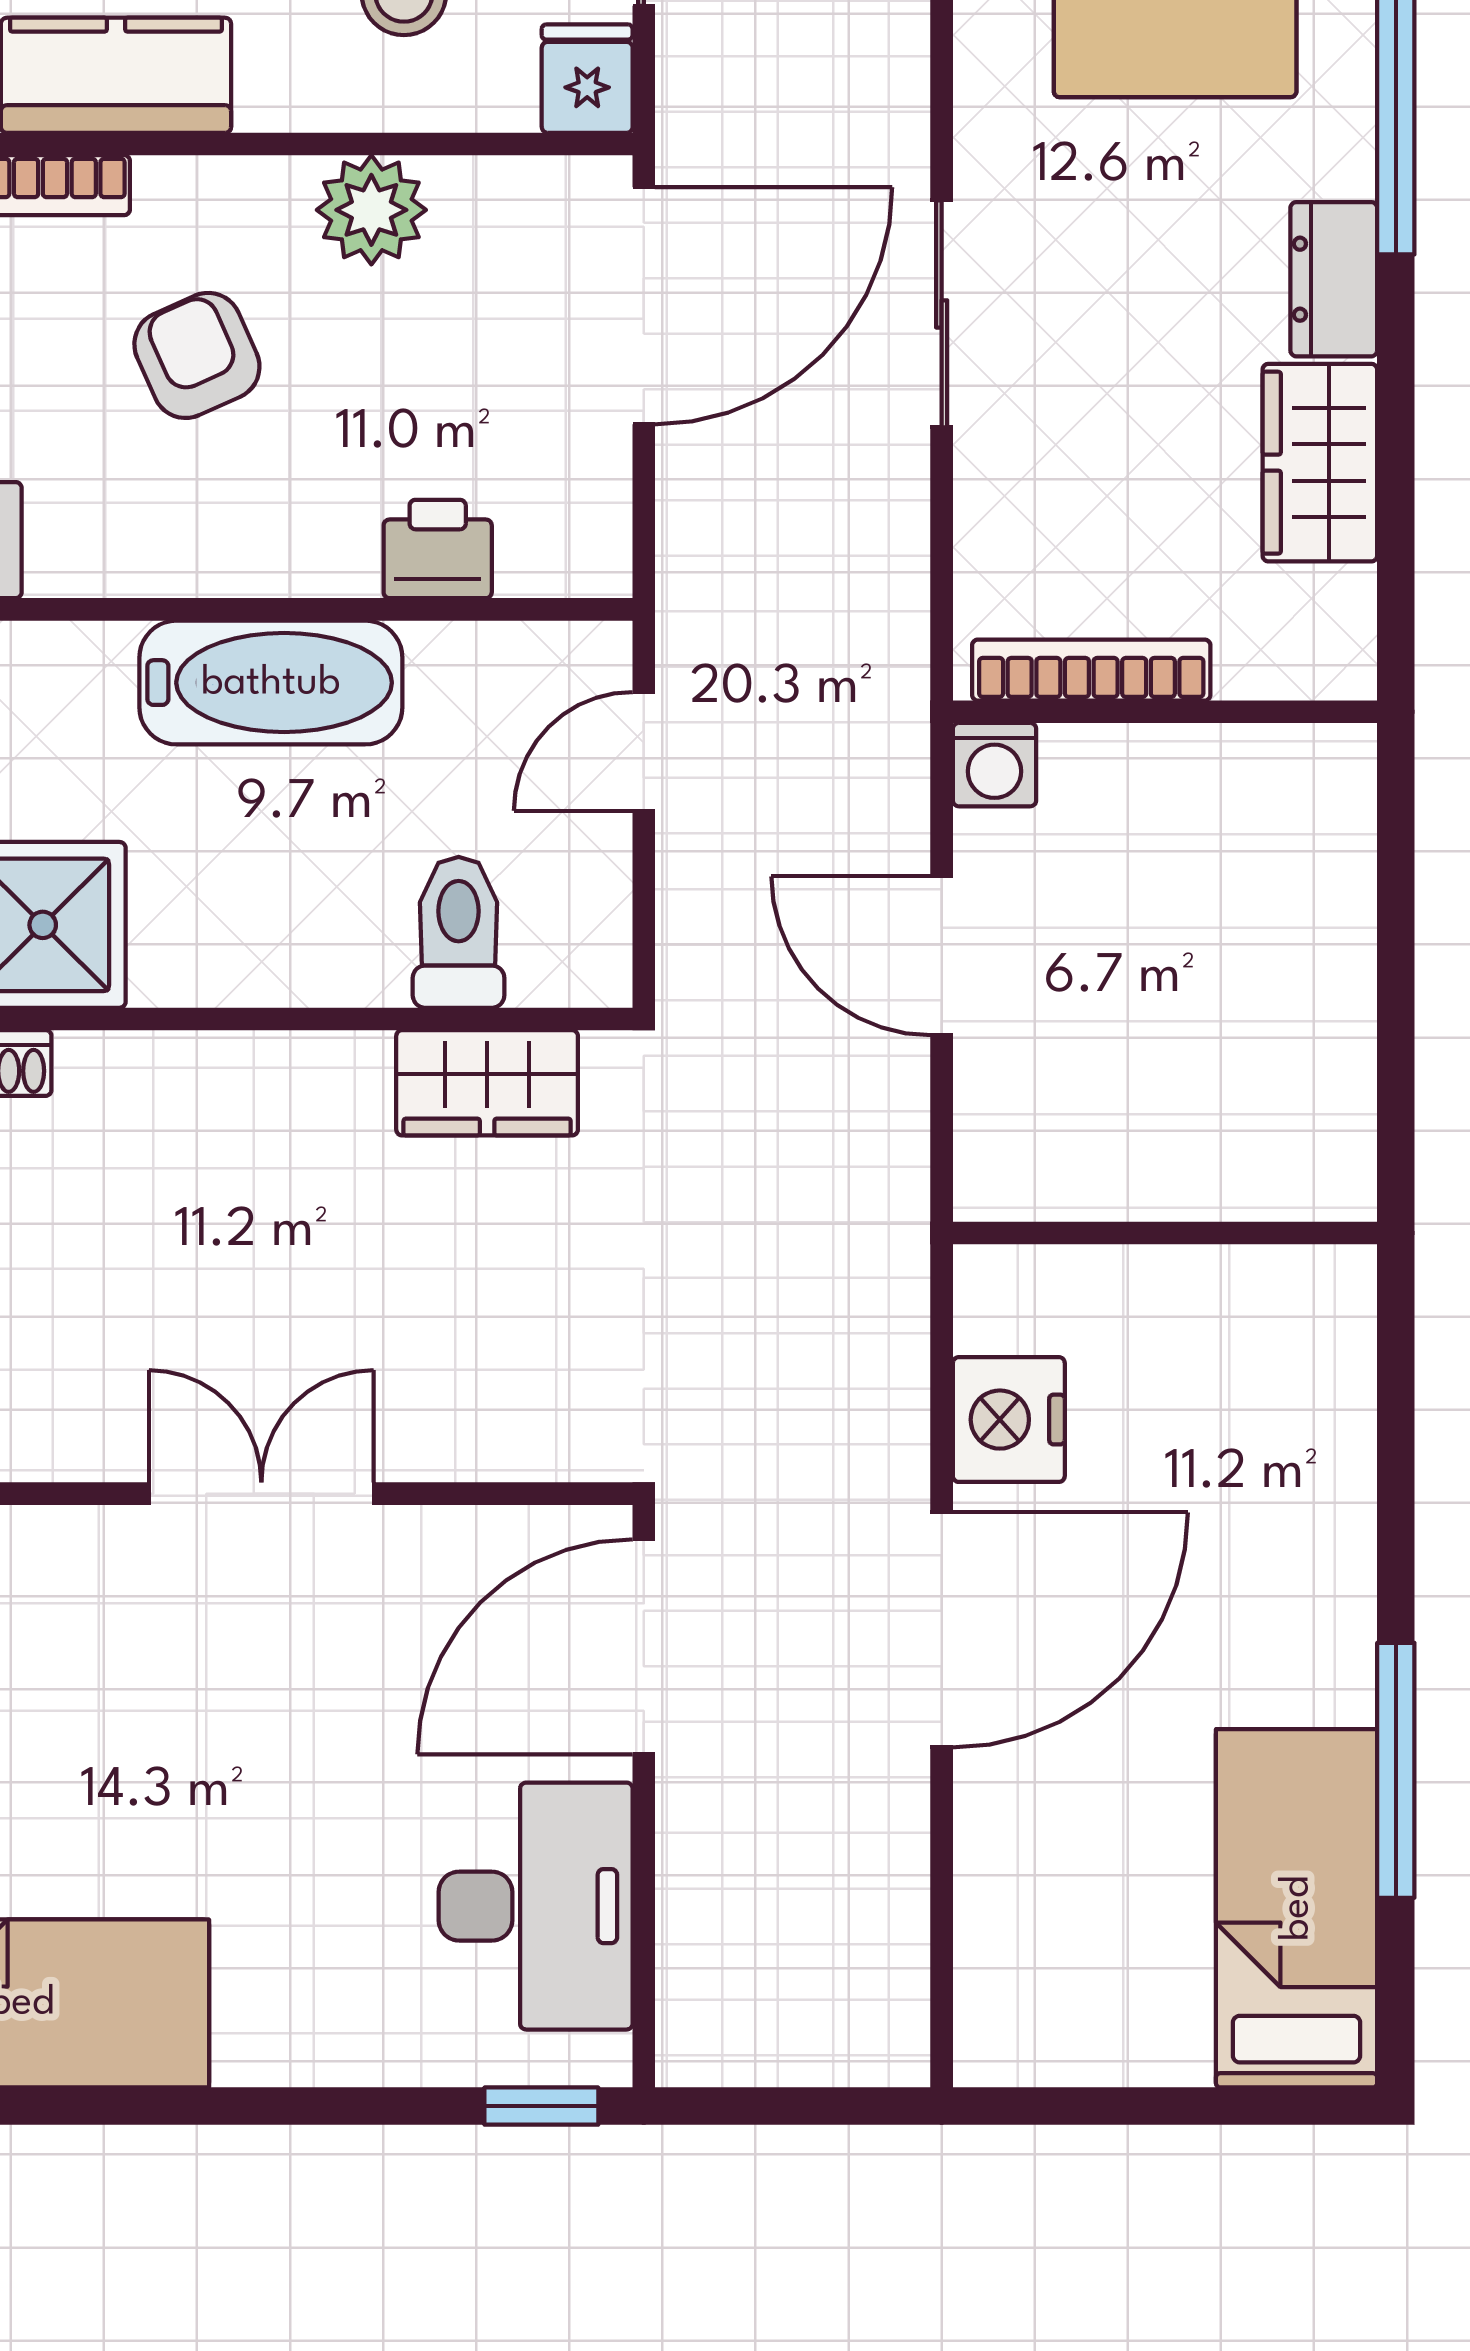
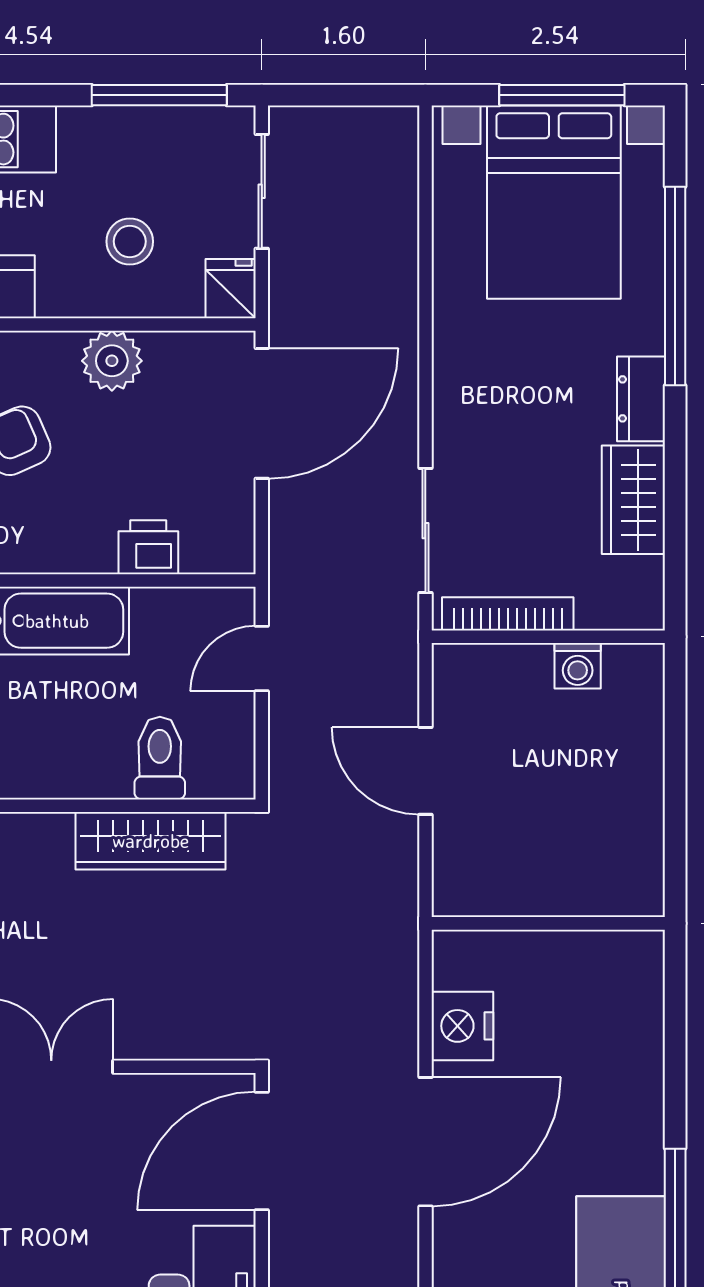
sliding door: (942, 314) -> (425, 531), moved
washing machine: (994, 765) -> (578, 666), moved
wardrobe: (487, 1083) -> (151, 841), width x1.50

